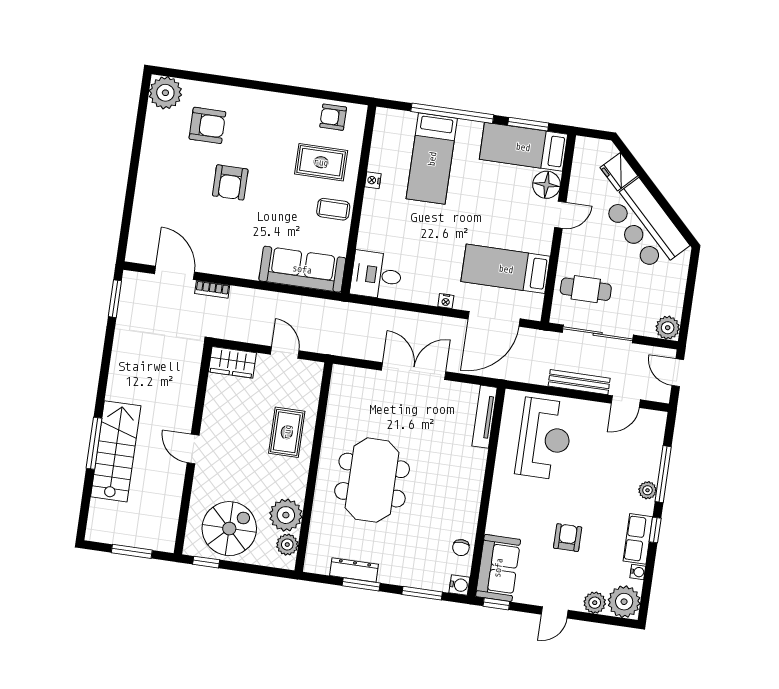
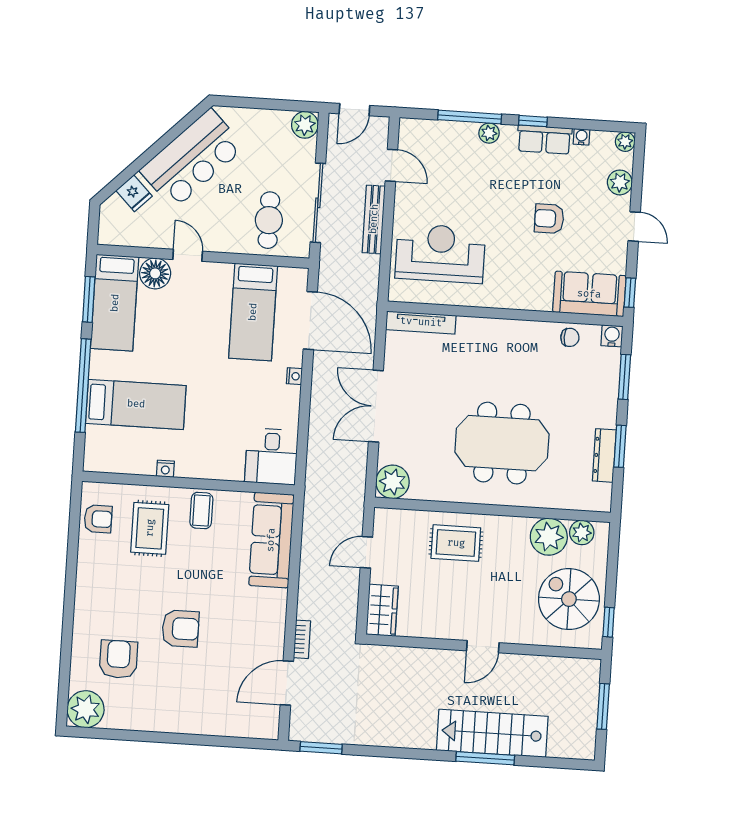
armchair: (333, 117) -> (98, 519), turned -90
fridge: (619, 172) -> (134, 193), width x0.72
plant: (345, 380) -> (393, 482), added
plant: (624, 602) -> (625, 142), width x0.53, depth x0.53

